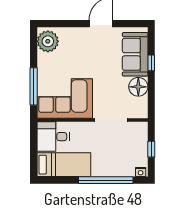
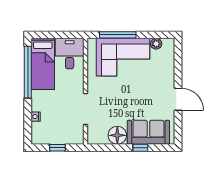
plant: (48, 41) -> (156, 44), width x0.53, depth x0.53
corner sofa: (65, 99) -> (123, 57), moved, turned 90
nightstand: (141, 172) -> (36, 117), moved
window: (106, 180) -> (28, 72), moved

